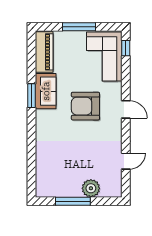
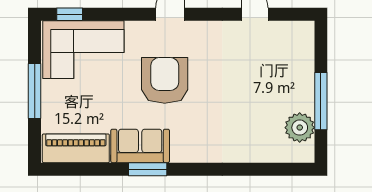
armchair: (85, 106) -> (165, 80), turned 180
plant: (91, 188) -> (300, 128), moved

